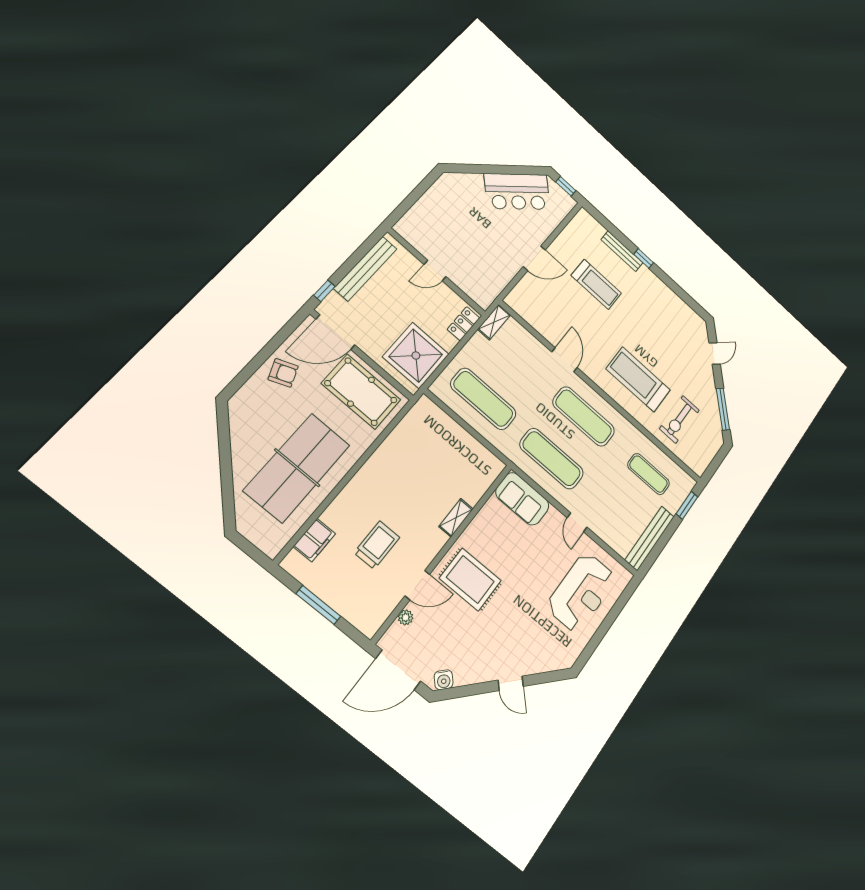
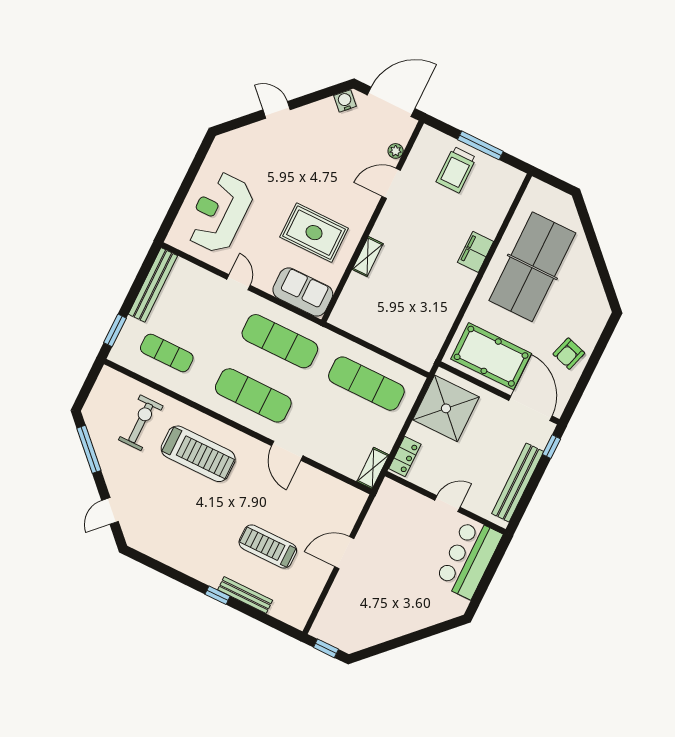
bar counter: (517, 192) -> (469, 558), moved, turned -45
door: (335, 332) -> (530, 408), hinge flipped
armchair: (283, 373) -> (569, 354), turned -51
filing cabinet: (314, 540) -> (476, 252), moved
trolley: (377, 545) -> (456, 170), moved
rug: (470, 579) -> (314, 233), moved

